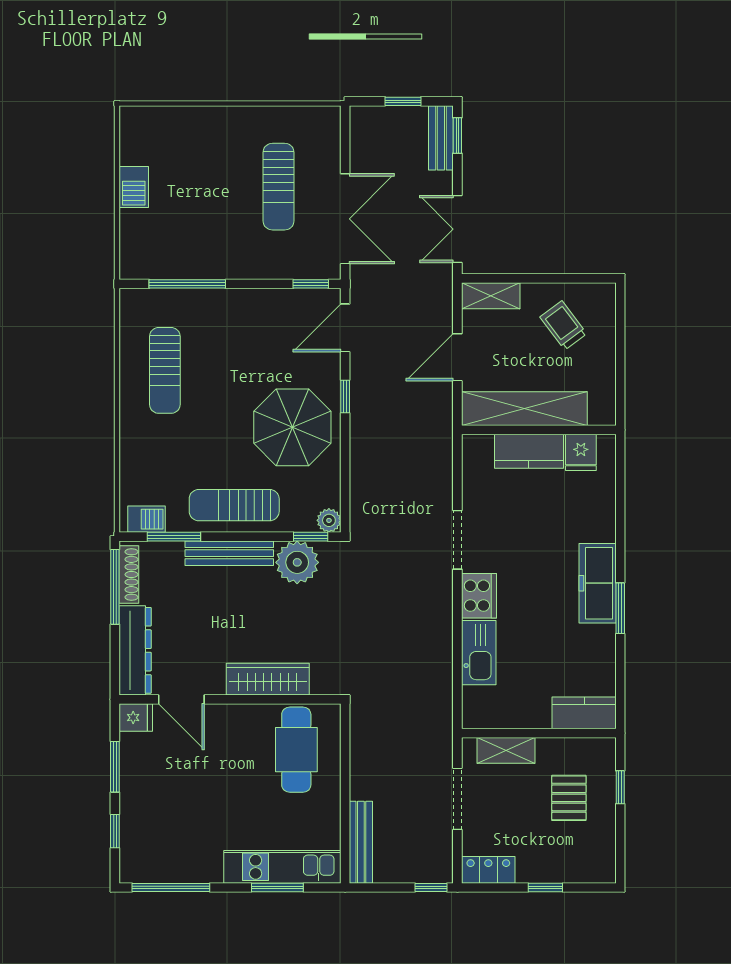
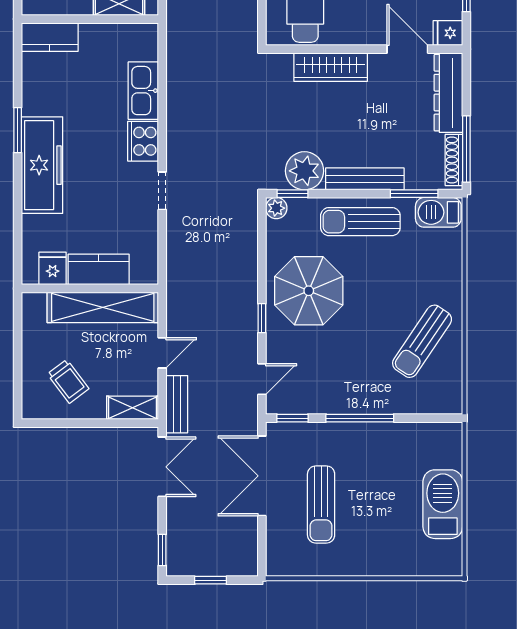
bench: (441, 138) -> (177, 404), moved
barbecue: (134, 187) -> (443, 504), width x1.88, depth x1.53
sun lounger: (279, 187) -> (321, 504), turned 180
window: (187, 284) -> (360, 418), moved
door: (345, 328) -> (262, 379), width x0.73
door: (457, 357) -> (162, 353), width x0.73
sun lounger: (165, 370) -> (422, 341), turned -146
sun lounger: (234, 505) -> (360, 222), turned 180
barbecue: (146, 519) -> (438, 212), width x1.38, depth x1.27
doorway: (457, 540) -> (162, 191), width x0.73
freezer: (598, 583) -> (42, 165), width x1.36, depth x1.26

